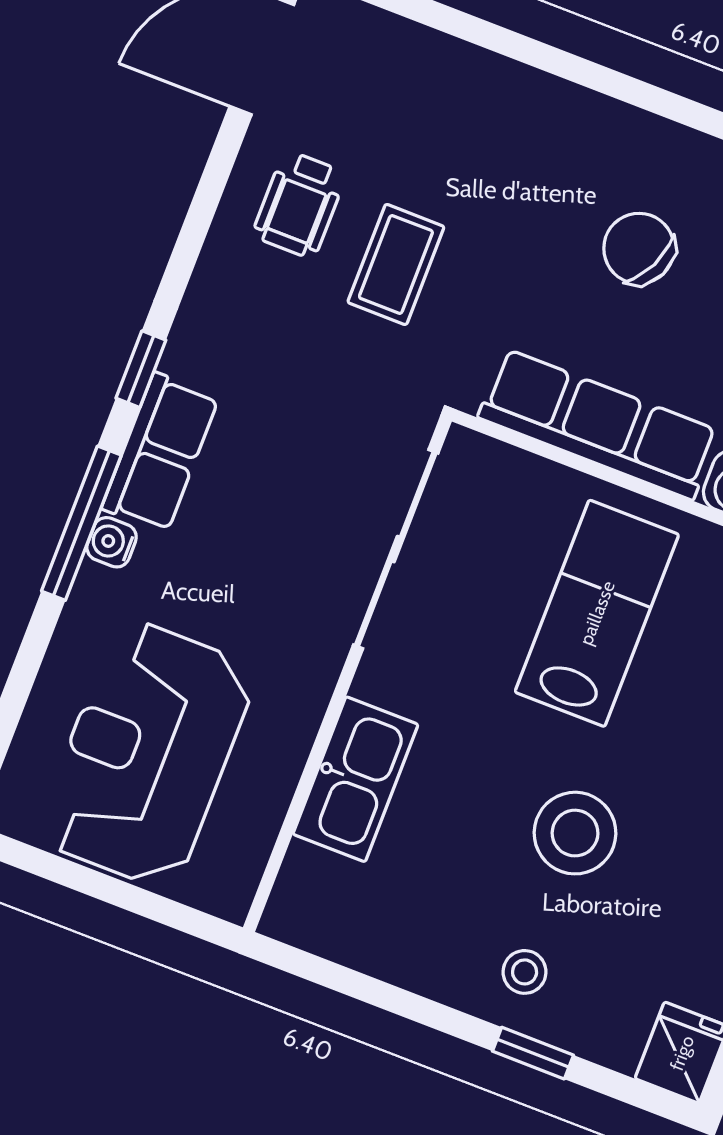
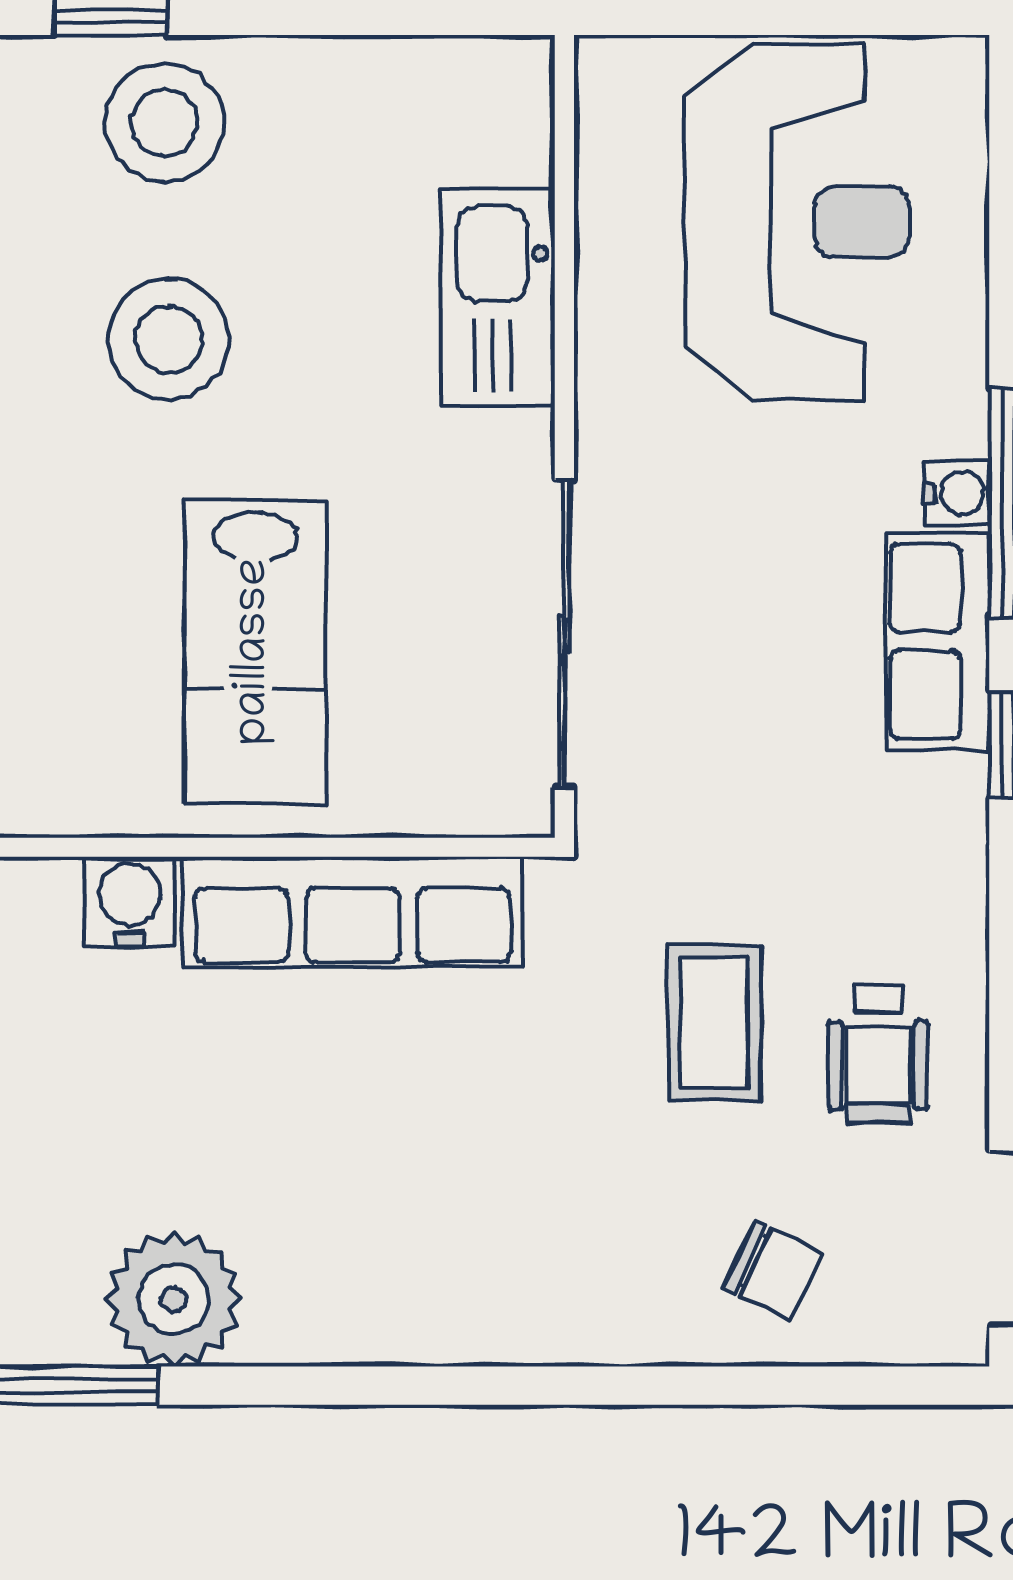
wheelchair: (299, 204) -> (878, 1054), turned 180
chair: (639, 248) -> (773, 1270), moved, width x0.73, depth x0.73
stool: (525, 972) -> (165, 123), width x1.89, depth x1.89

